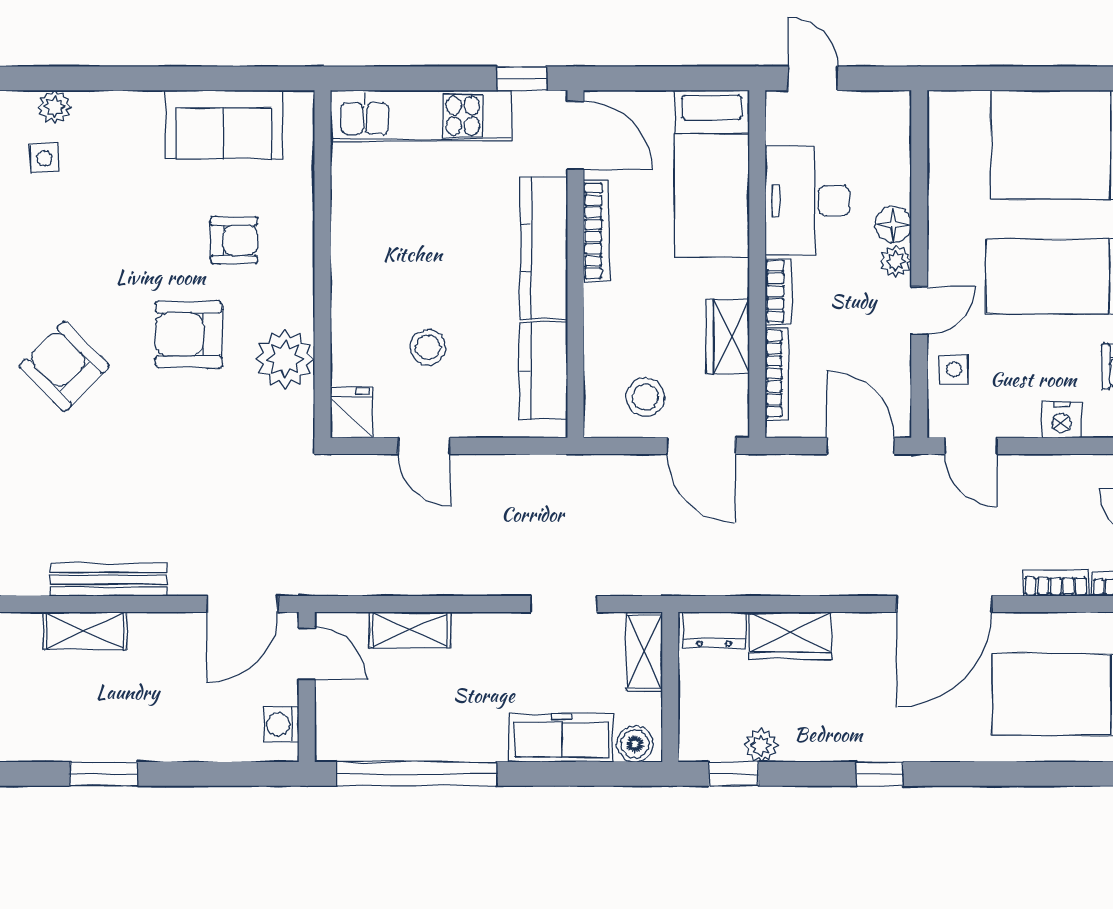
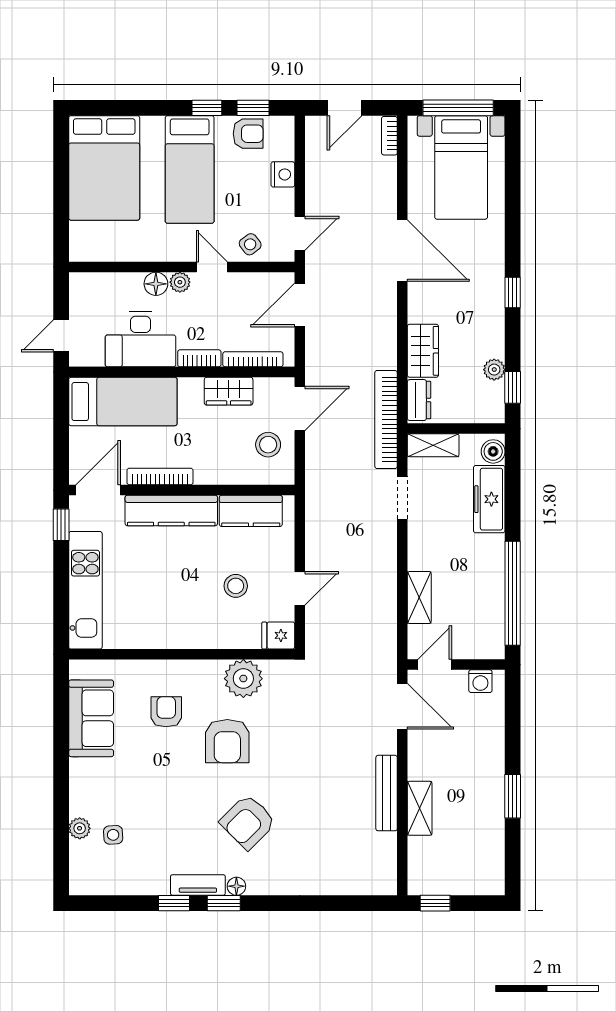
side table: (954, 370) -> (250, 244), turned -37
bookcase: (1056, 583) -> (386, 420), moved, width x2.31, depth x1.31

